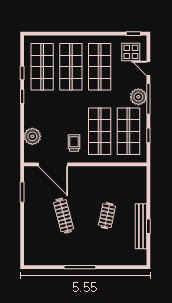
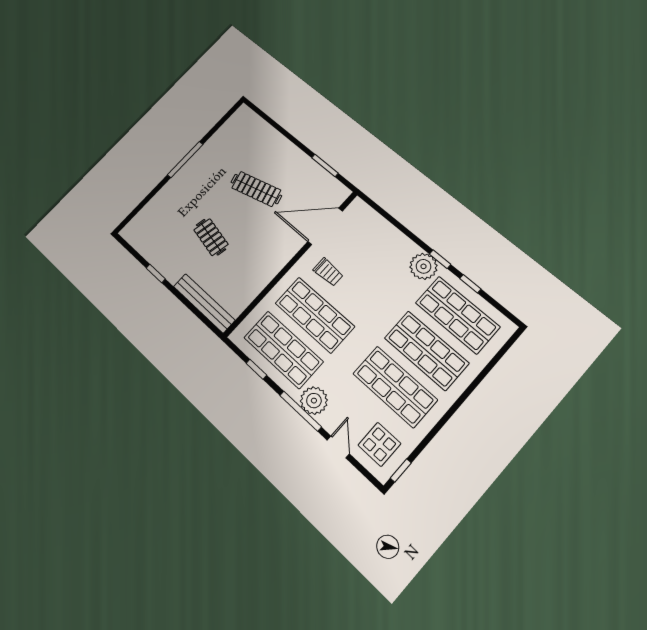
door: (148, 69) -> (338, 447), hinge flipped
plant: (32, 136) -> (424, 266), moved
bench: (141, 226) -> (204, 303), moved

